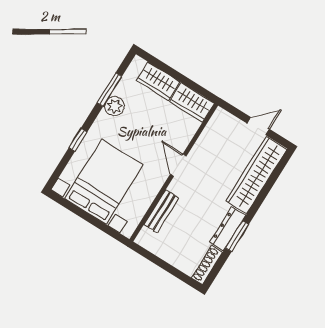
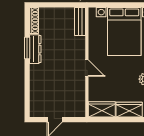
wardrobe: (256, 175) -> (38, 91), removed
bench: (161, 211) -> (80, 22), moved

